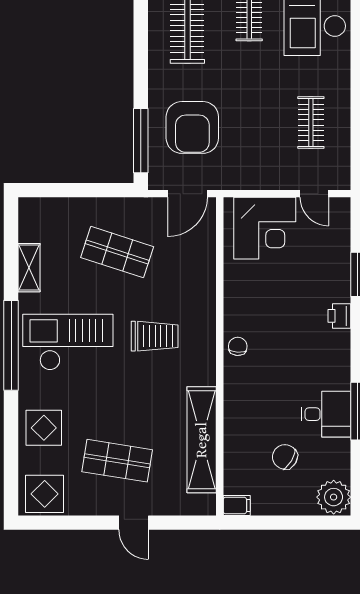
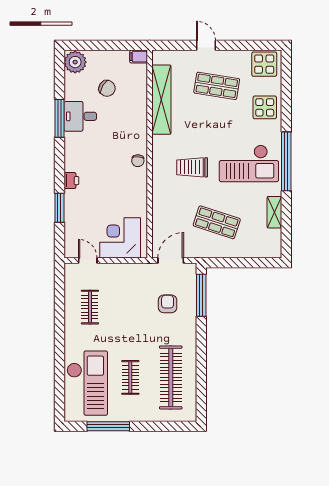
armchair: (192, 127) -> (168, 304), width x0.53, depth x0.53

